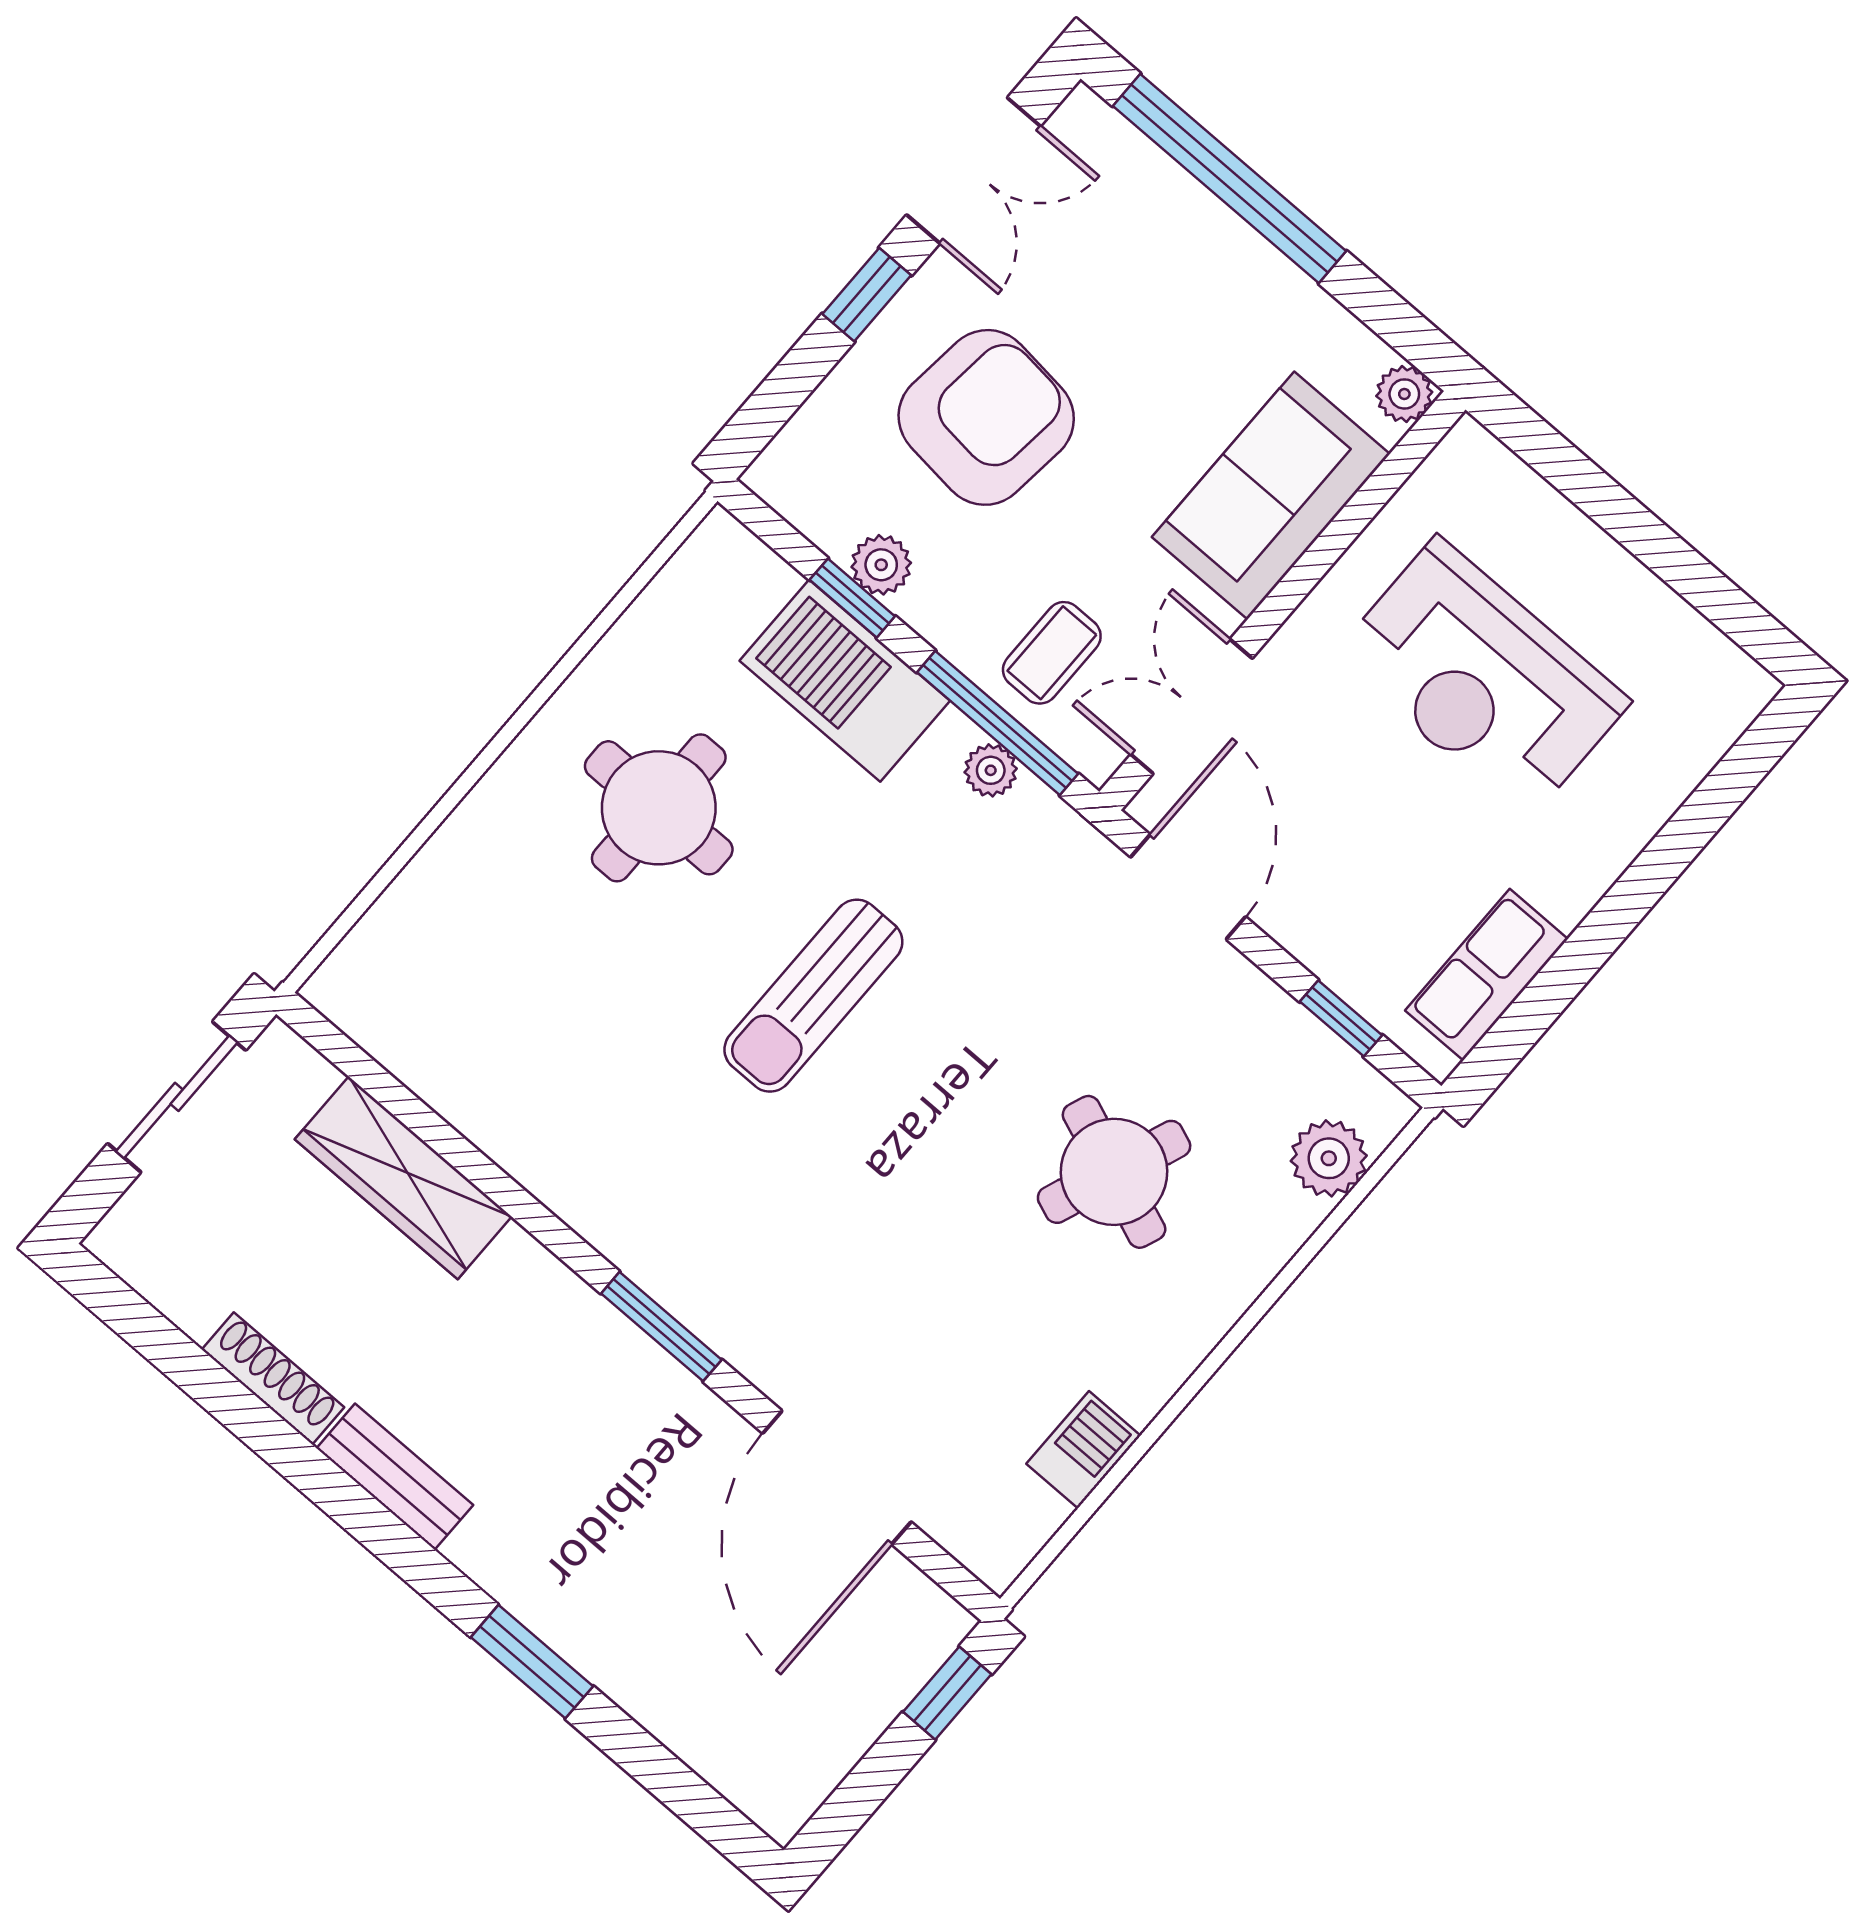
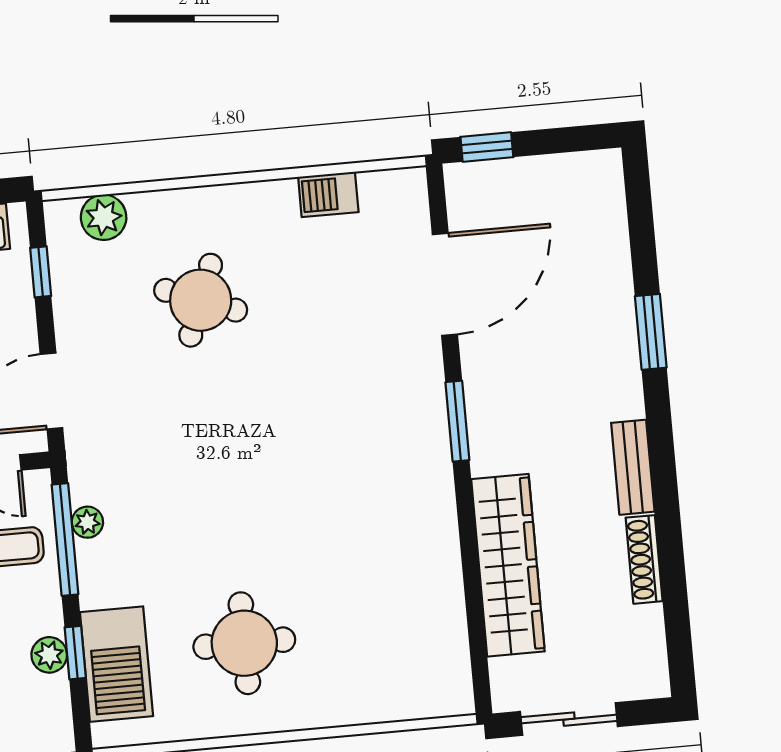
barbecue: (845, 681) -> (117, 664), moved
sun lounger: (813, 996) -> (256, 499), removed
wardrobe: (403, 1178) -> (508, 565), width x1.40, depth x1.17

